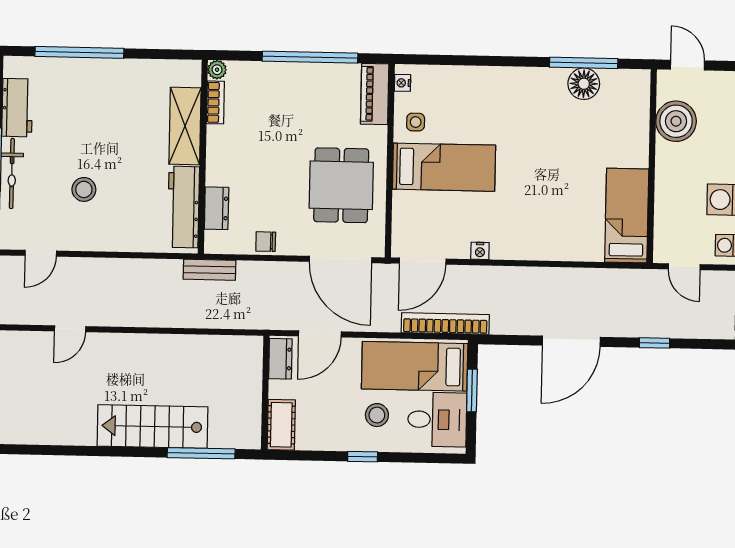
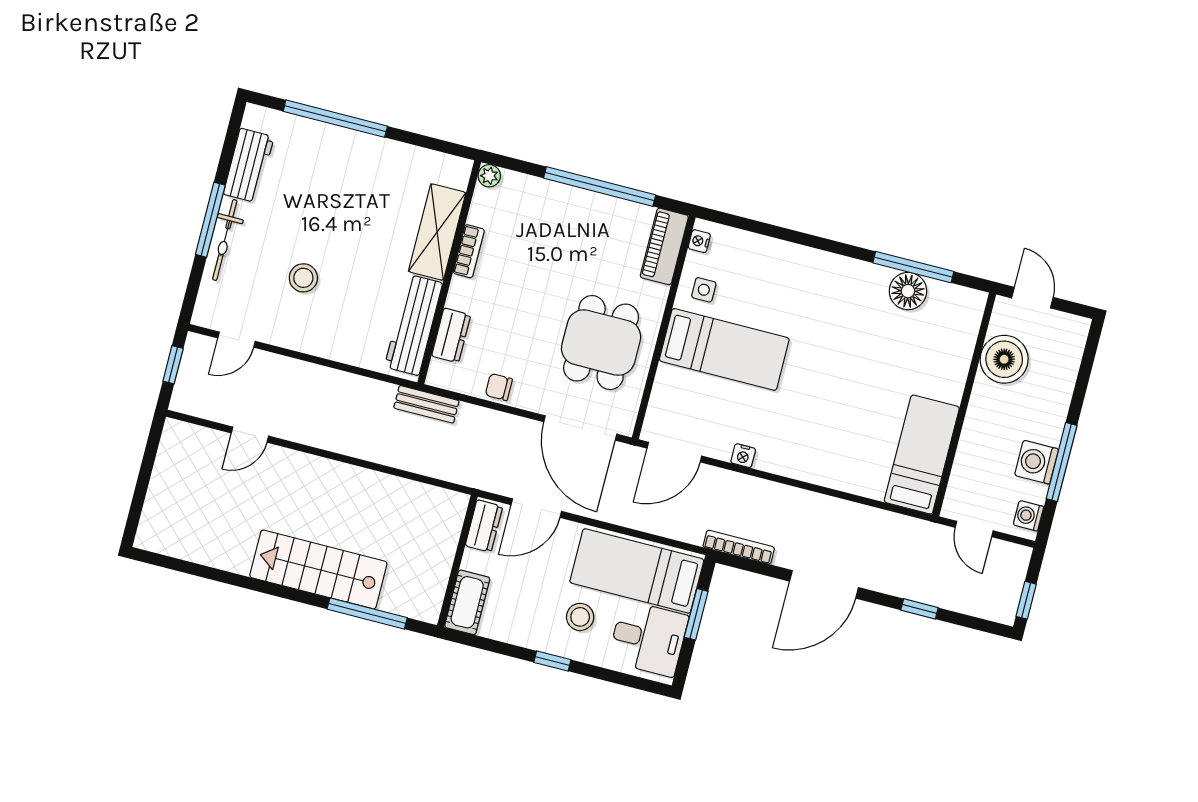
bookcase: (215, 102) -> (469, 251), moved
bookcase: (445, 324) -> (739, 547), moved, width x0.68, depth x0.76

